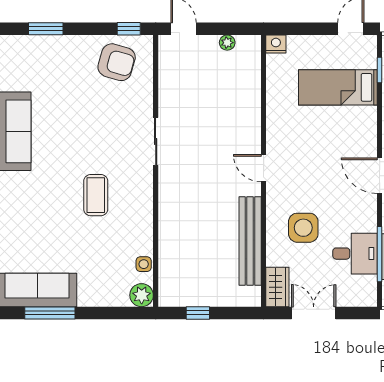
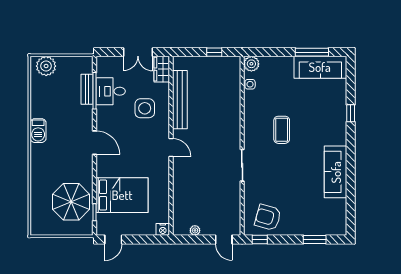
bed: (338, 87) -> (122, 195), width x1.50

